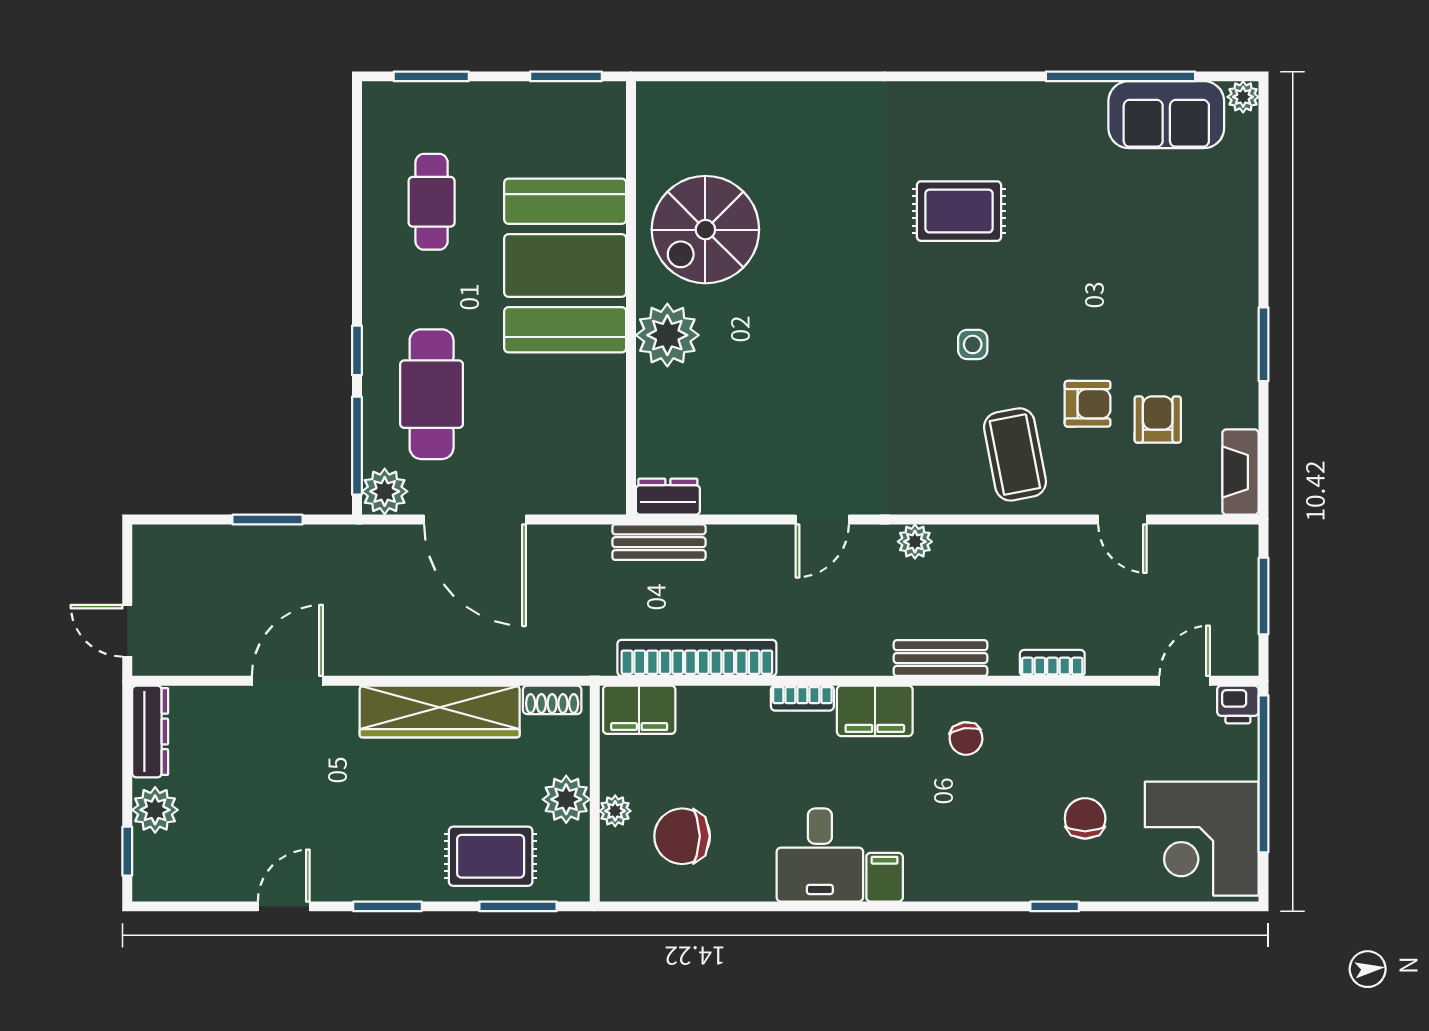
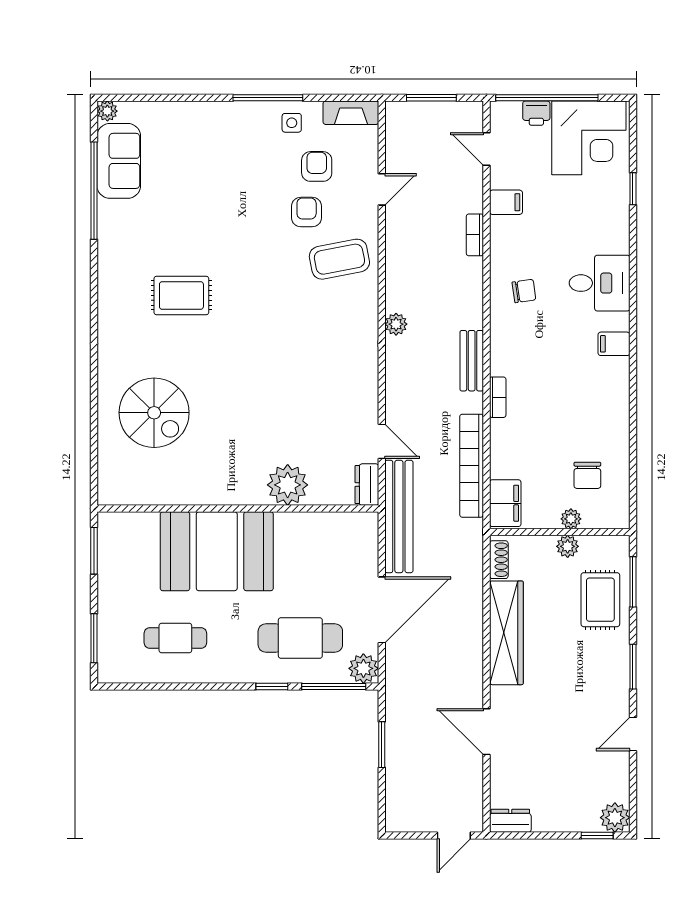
rug: (959, 211) -> (181, 295), turned 90
spiral stairs: (705, 230) -> (154, 413), moved
plant: (667, 335) -> (288, 485), moved
side table: (973, 344) -> (292, 123), moved
window: (1264, 344) -> (268, 98), width x1.44
armchair: (1158, 419) -> (317, 166), turned 90
door: (822, 520) -> (382, 441), moved
bench: (659, 542) -> (399, 516), width x1.86, depth x1.21
bench: (941, 658) -> (472, 361), moved
printer: (1238, 704) -> (536, 113), moved, turned 90
filing cabinet: (875, 711) -> (506, 202), moved, width x0.50
dresser: (150, 731) -> (510, 821), width x0.70
plant: (566, 799) -> (568, 546), width x0.73, depth x0.73
plant: (155, 810) -> (615, 818), moved
chair: (1085, 818) -> (576, 214), removed
chair: (682, 836) -> (587, 475), width x0.73, depth x0.73
desk: (820, 855) -> (600, 283), moved
door: (284, 906) -> (633, 734), hinge flipped
window: (1055, 906) -> (633, 189), moved

